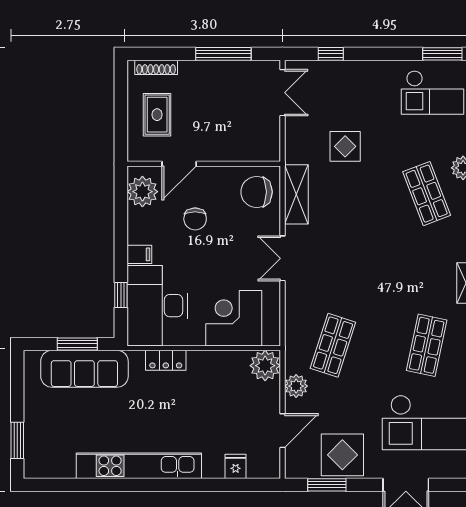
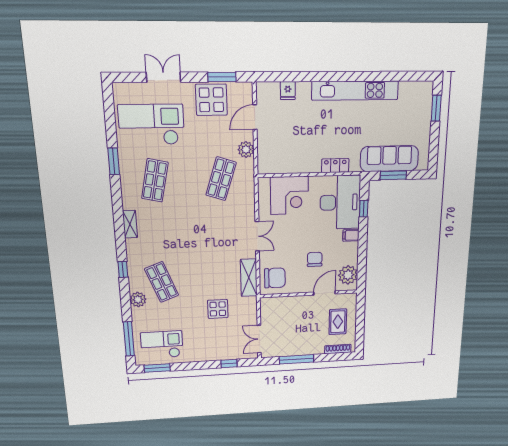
plant: (265, 366) -> (268, 164), removed

